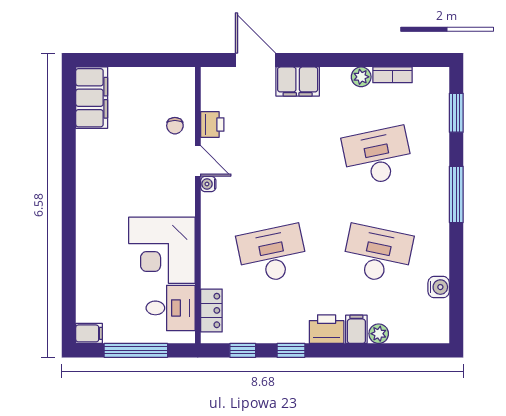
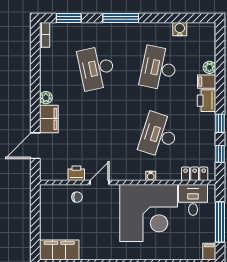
bookcase: (393, 75) -> (45, 35), moved
plant: (361, 77) -> (46, 98), moved
water cooler: (208, 184) -> (151, 176), moved
corner desk: (162, 250) -> (149, 213), width x1.36, depth x1.36
desk: (272, 254) -> (159, 135), turned 30

